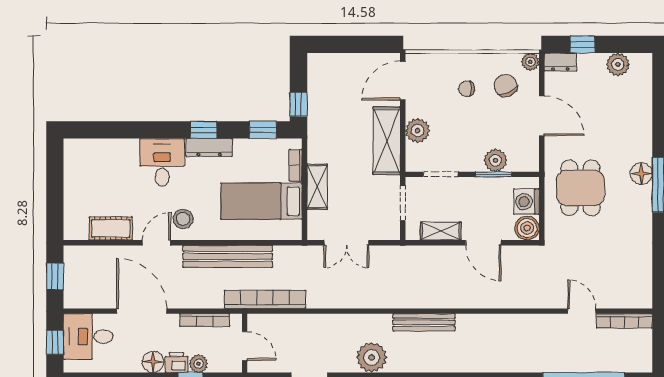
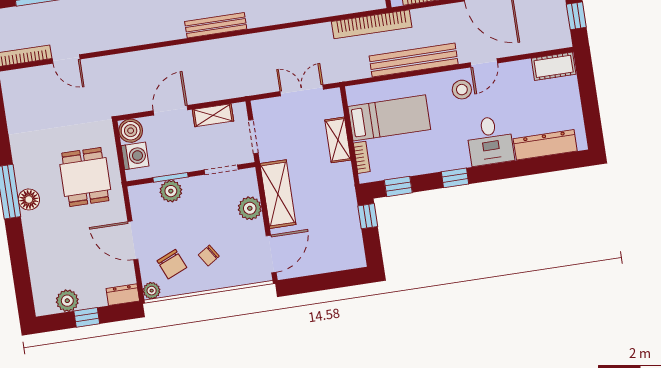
window: (582, 44) -> (87, 317), moved
chair: (467, 89) -> (209, 256), turned 147
dresser: (209, 147) -> (545, 145), moved, width x1.37, depth x1.24
cot: (111, 228) -> (554, 66), moved
door: (483, 243) -> (170, 110), hinge flipped

